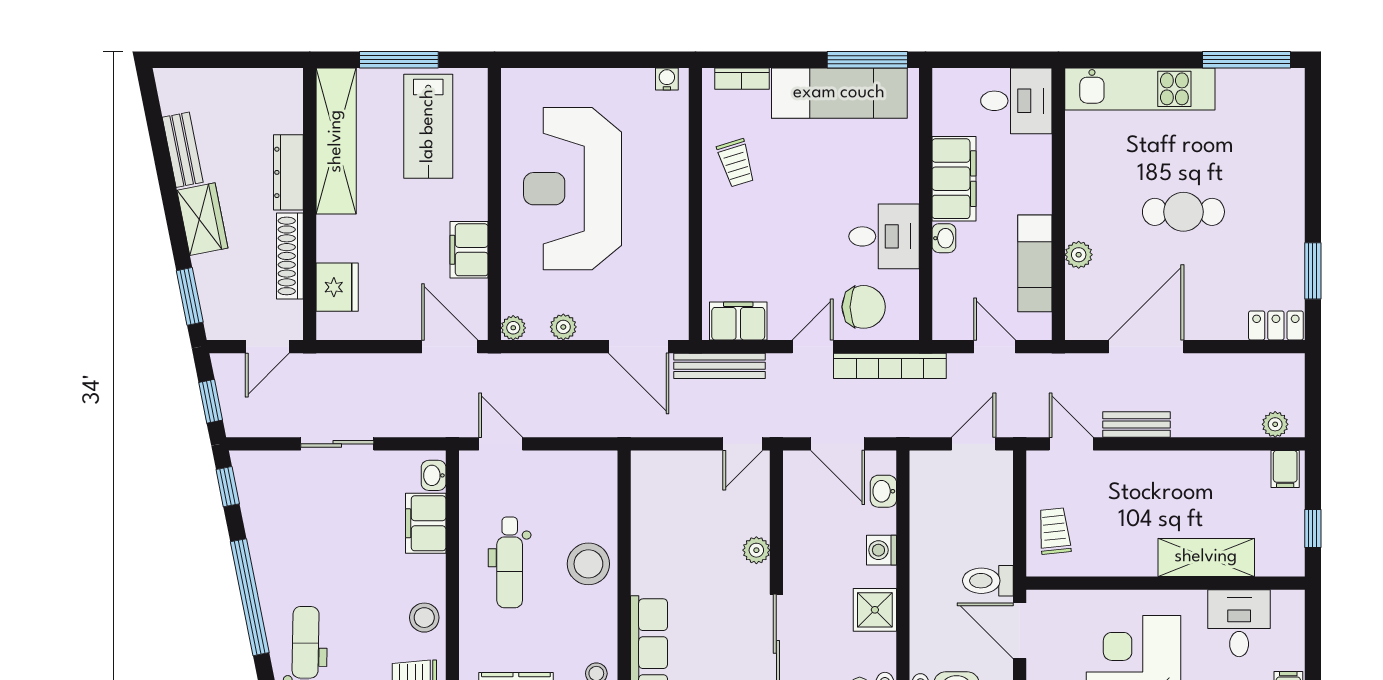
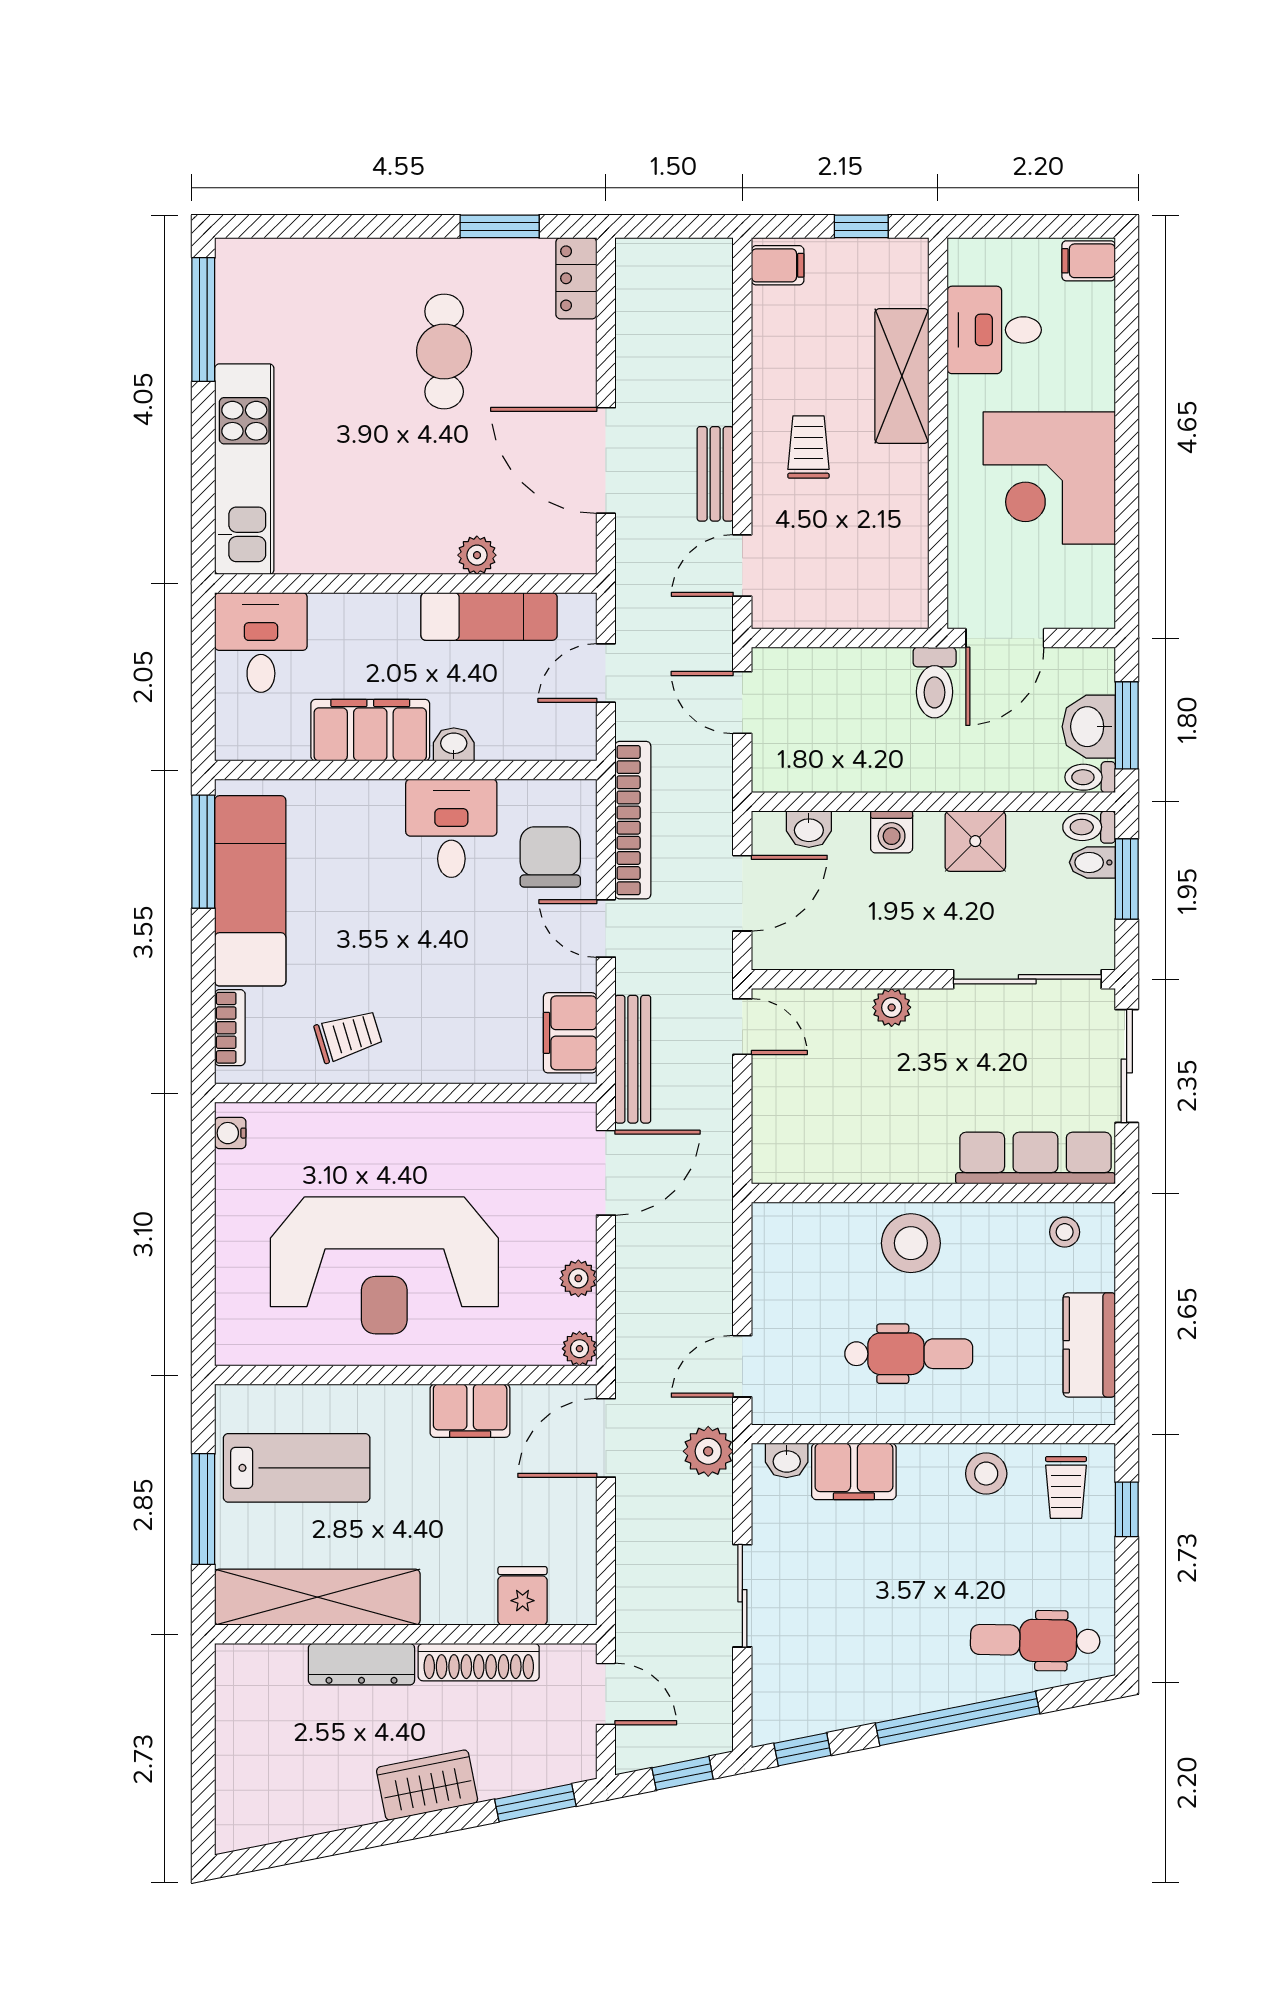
bench: (183, 150) -> (330, 1813), removed
cafe table: (1183, 212) -> (444, 351), moved
fridge: (337, 287) -> (523, 1596), width x0.72
plant: (1275, 424) -> (708, 1451), moved, width x1.38, depth x1.38
trolley: (1054, 531) -> (808, 447), moved, turned 96

